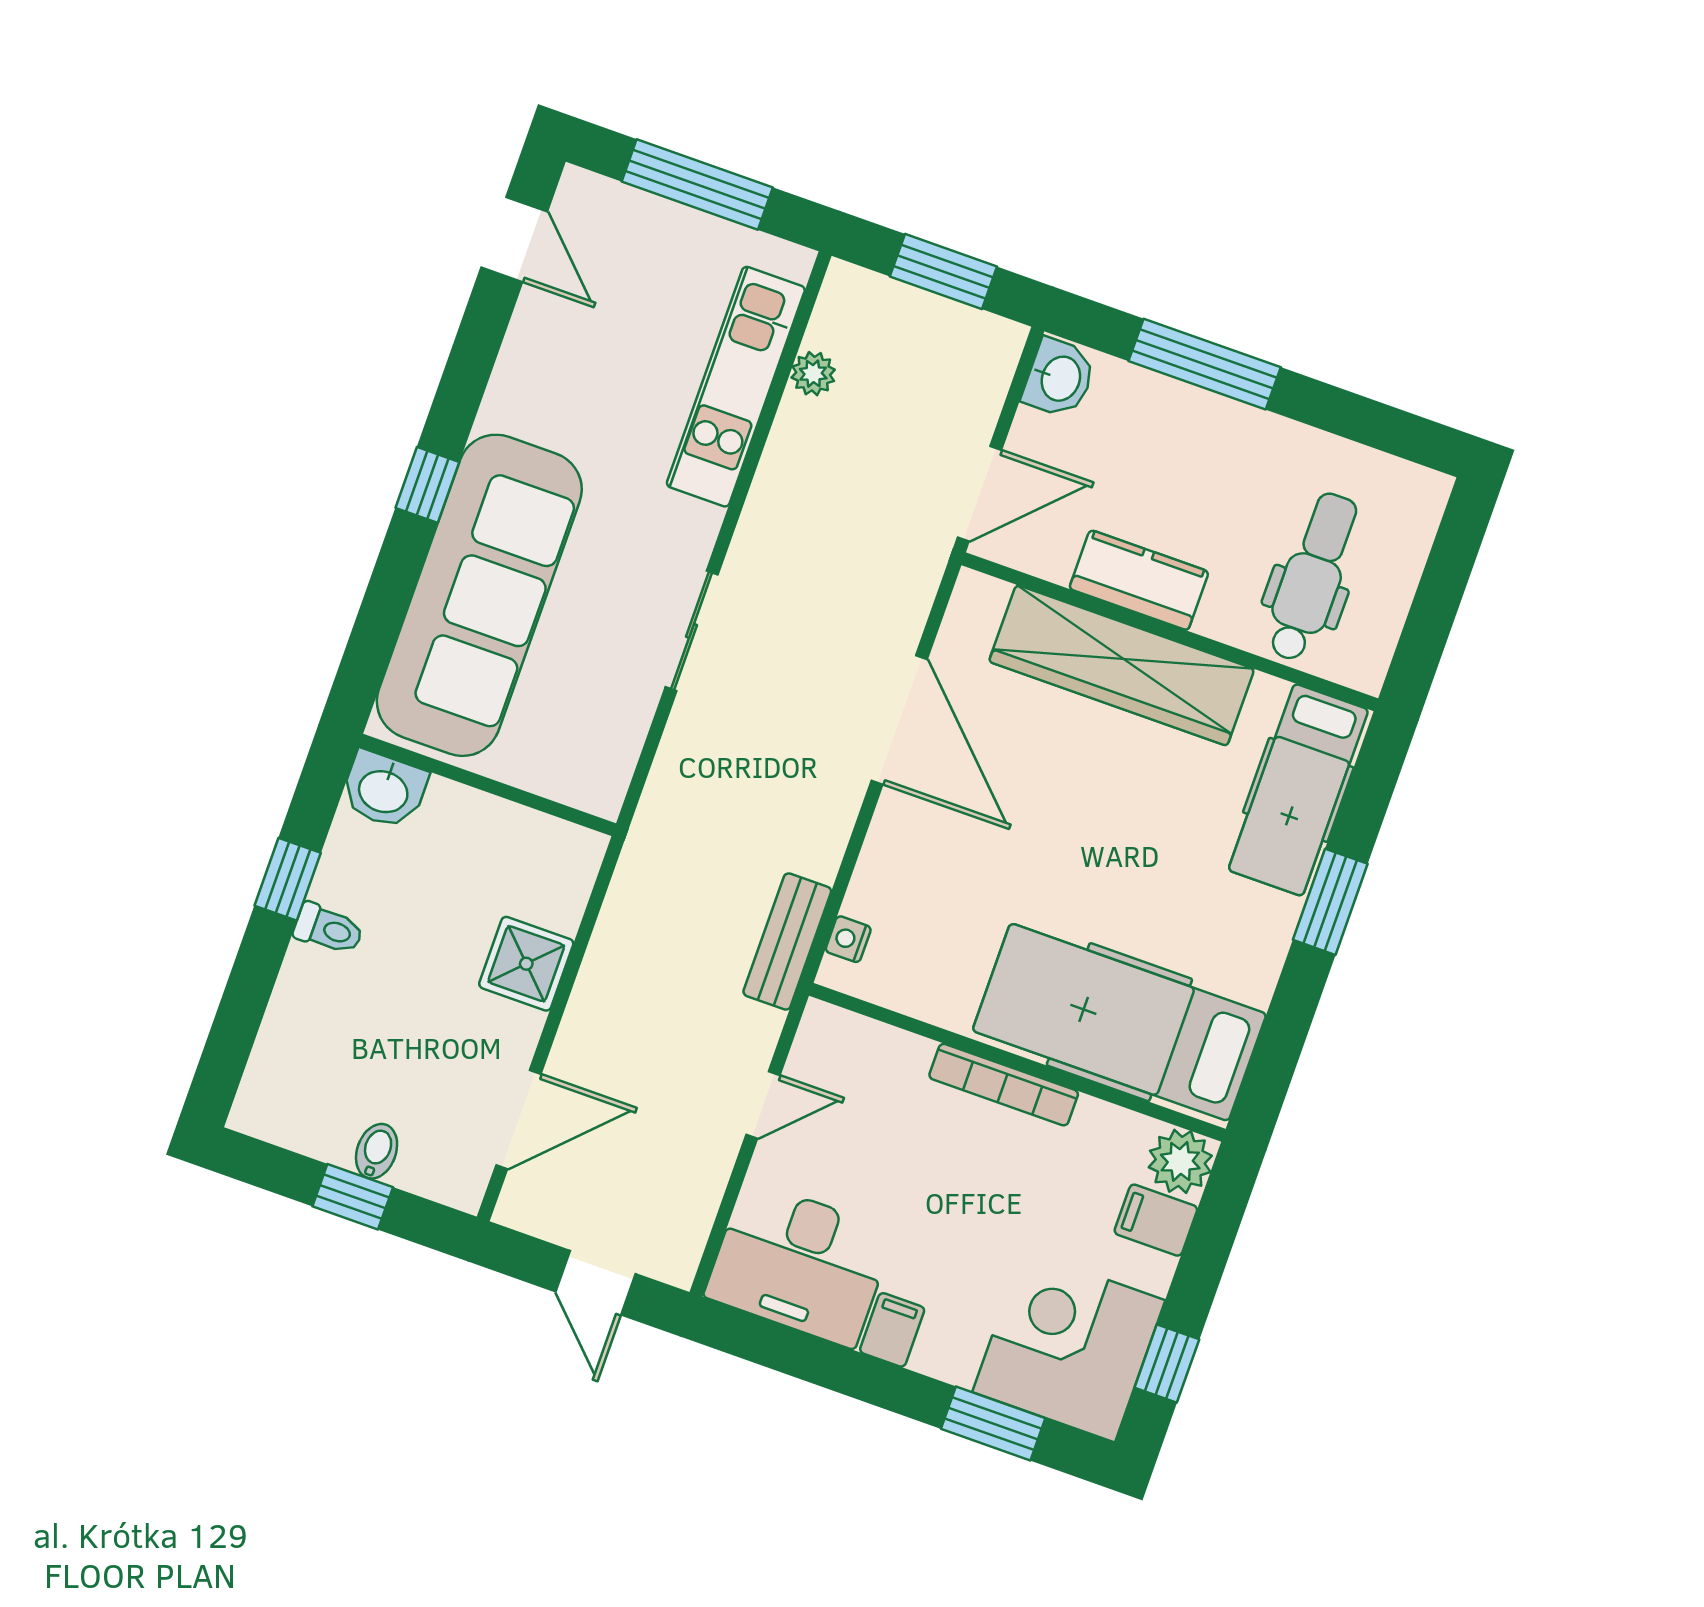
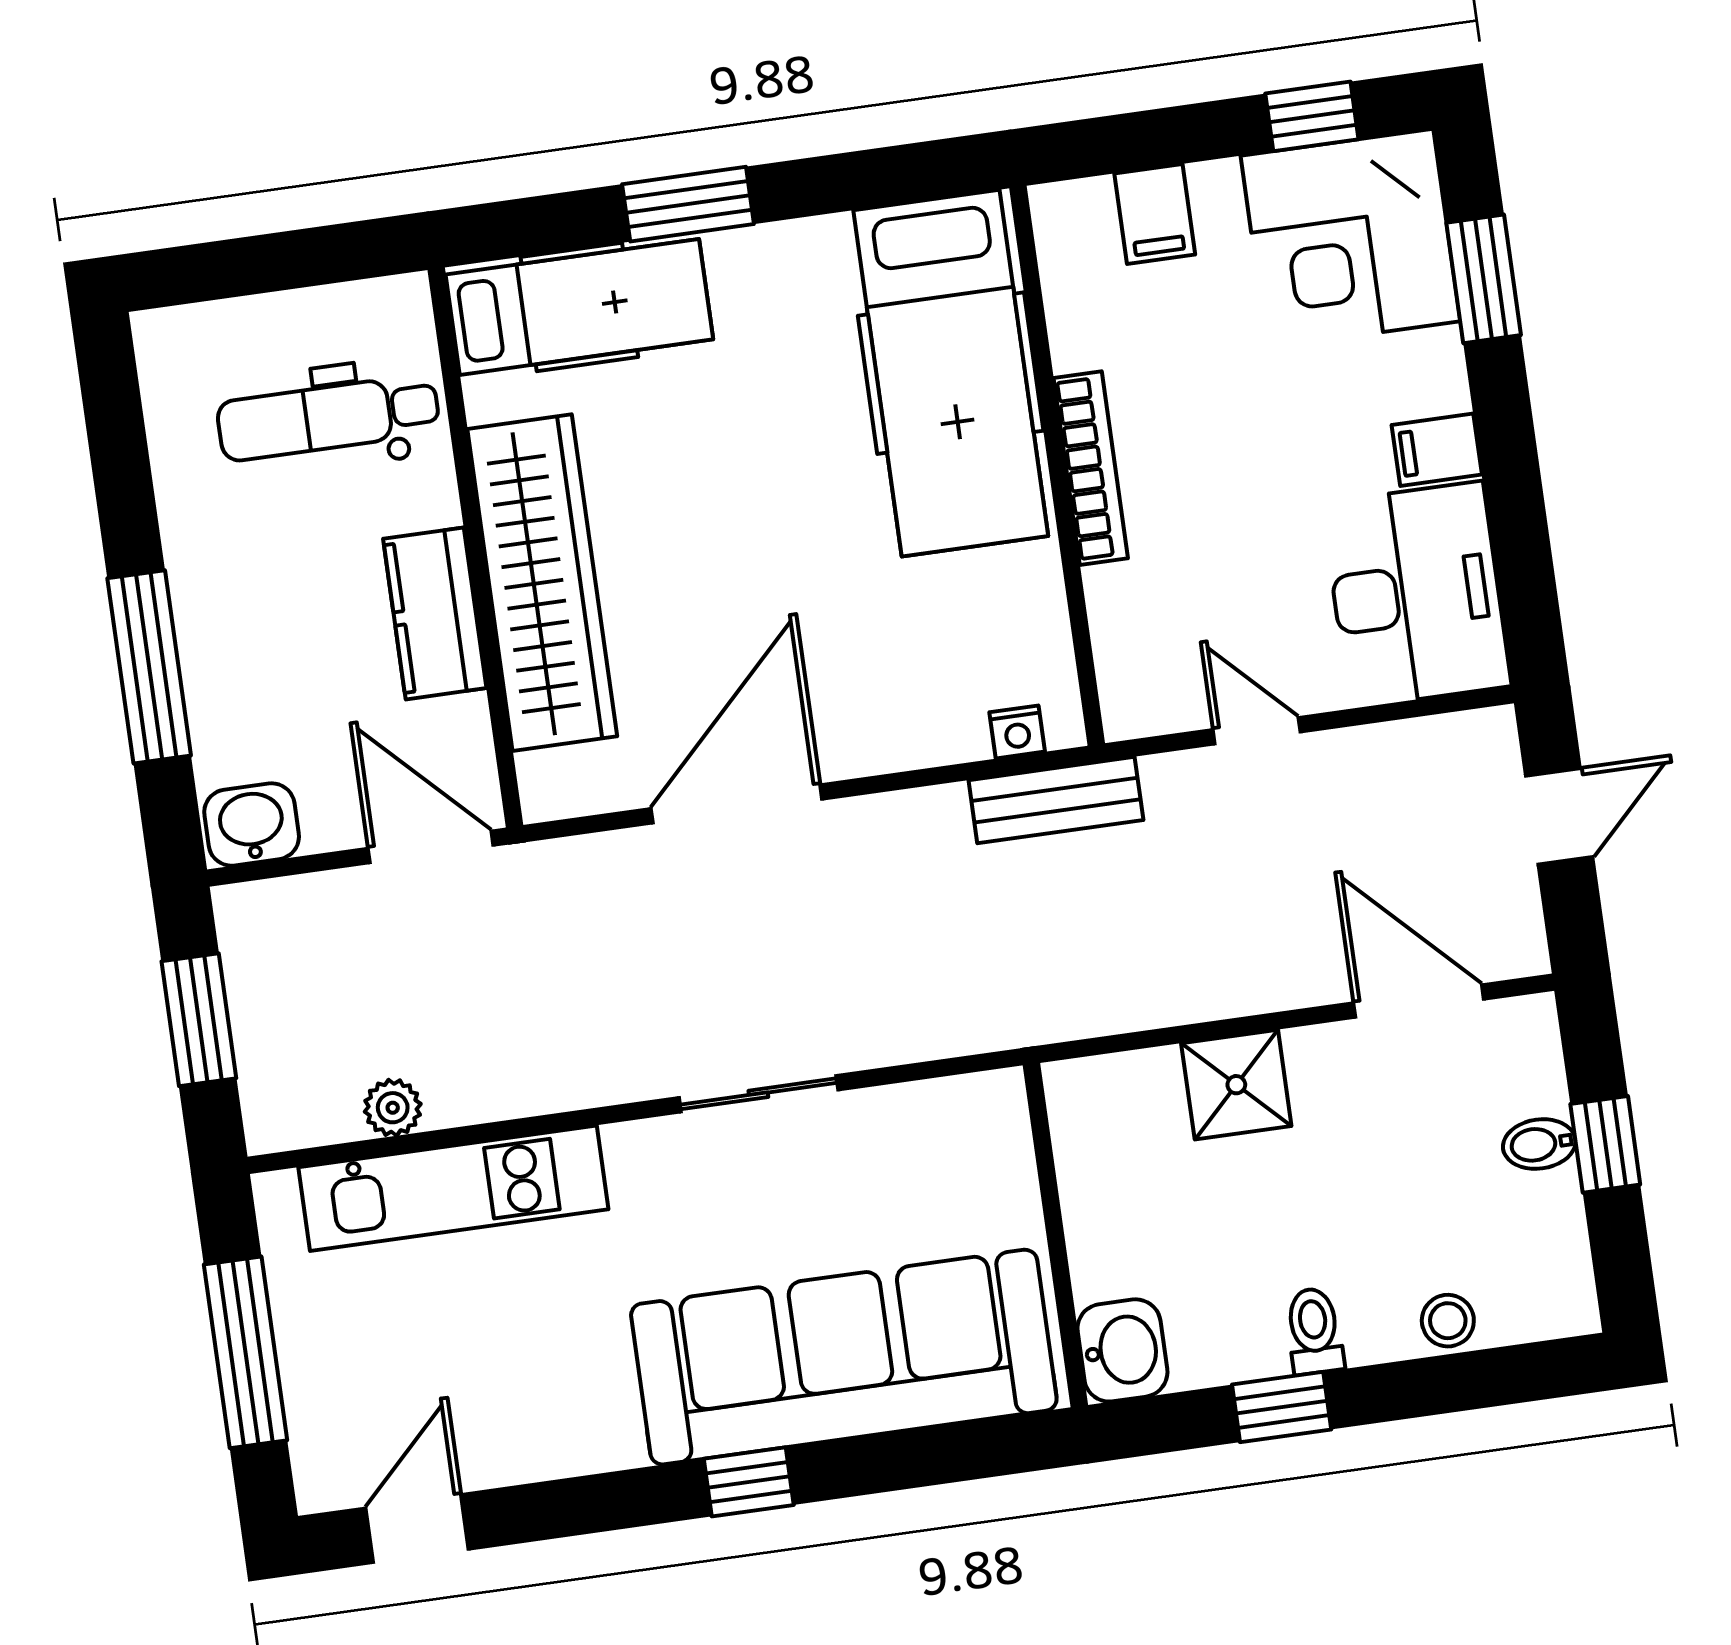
stool: (288, 1025) -> (1448, 1321), added
plant: (1180, 1161) -> (1073, 221), removed

